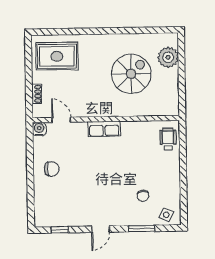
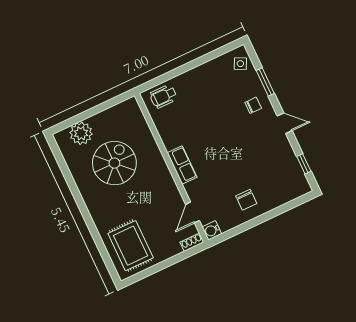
spiral stairs: (131, 74) -> (114, 163), turned 90
shoe rack: (37, 94) -> (192, 242), moved
chair: (52, 169) -> (246, 200), turned 180
chair: (143, 196) -> (253, 105), moved

